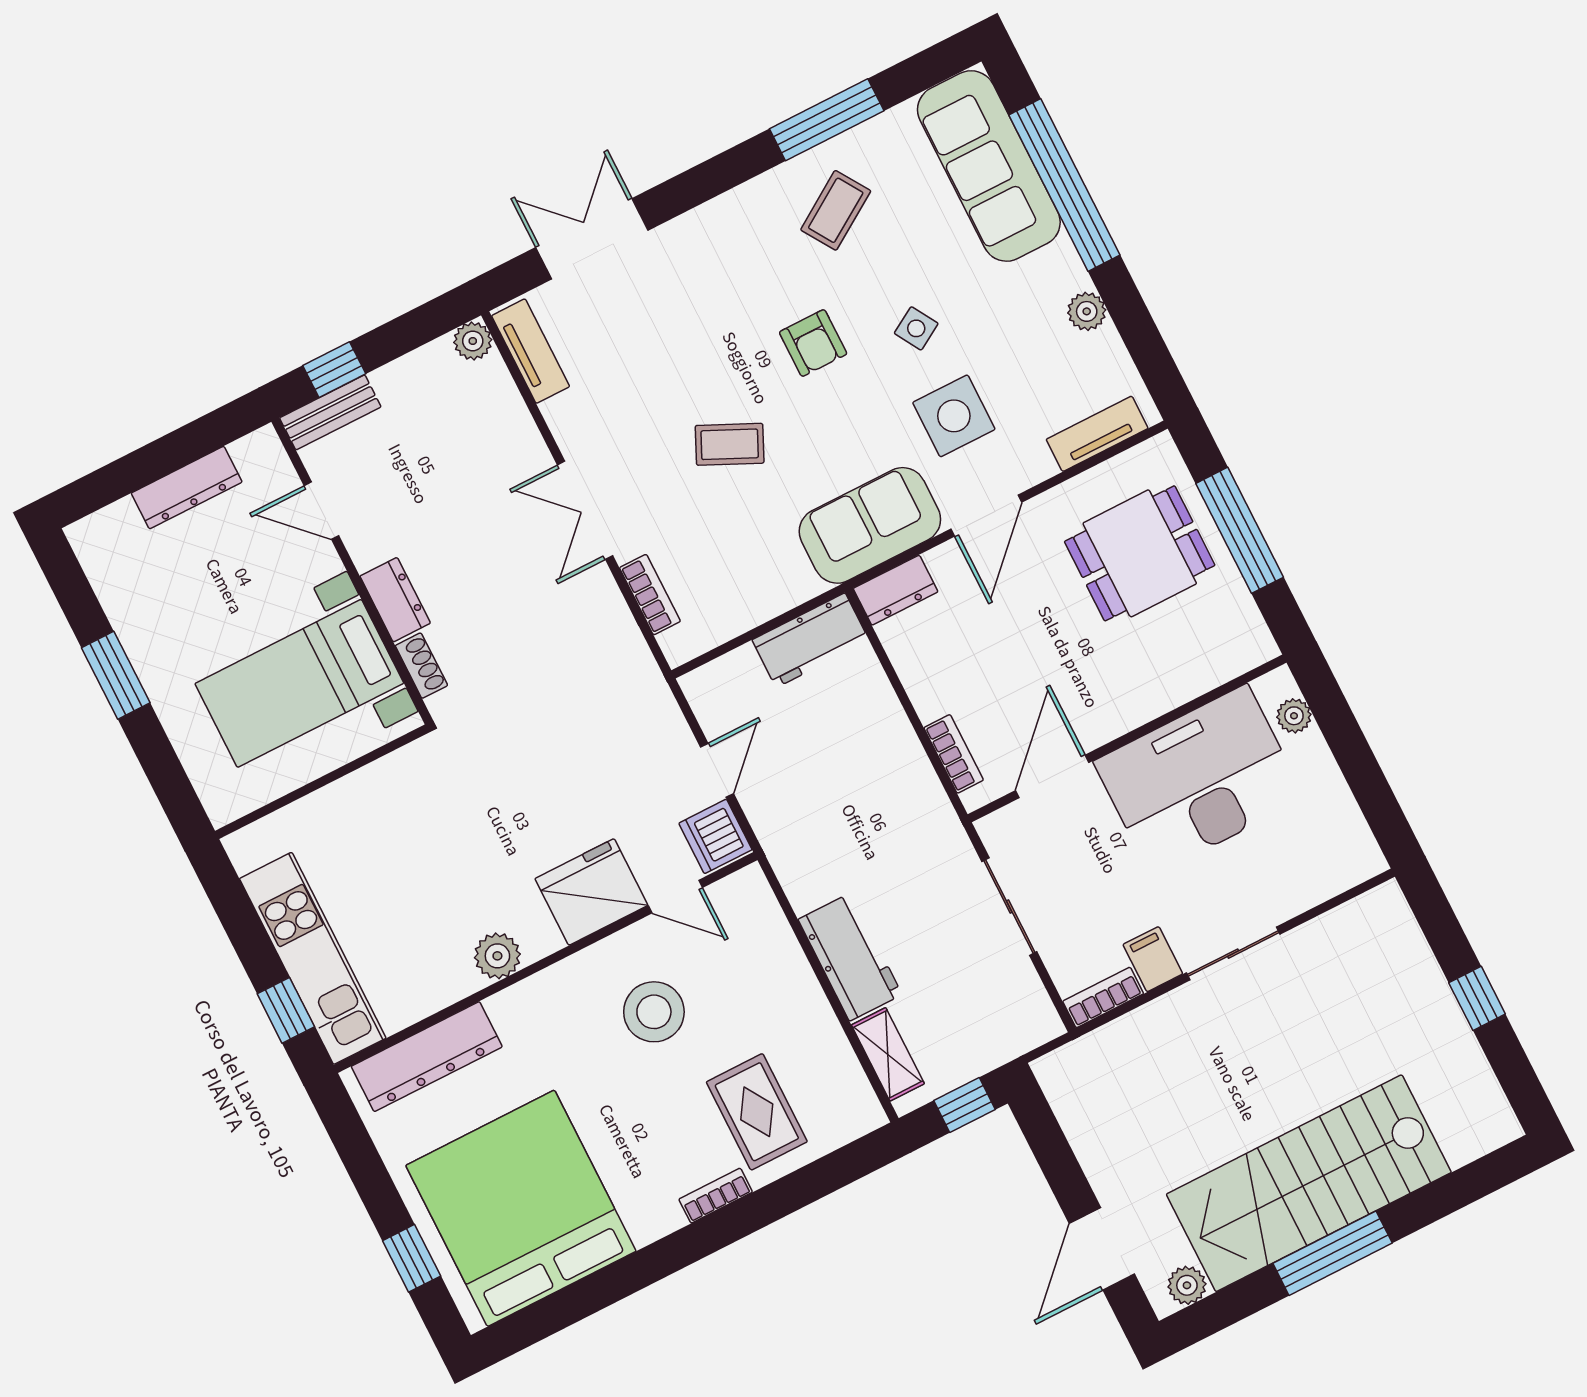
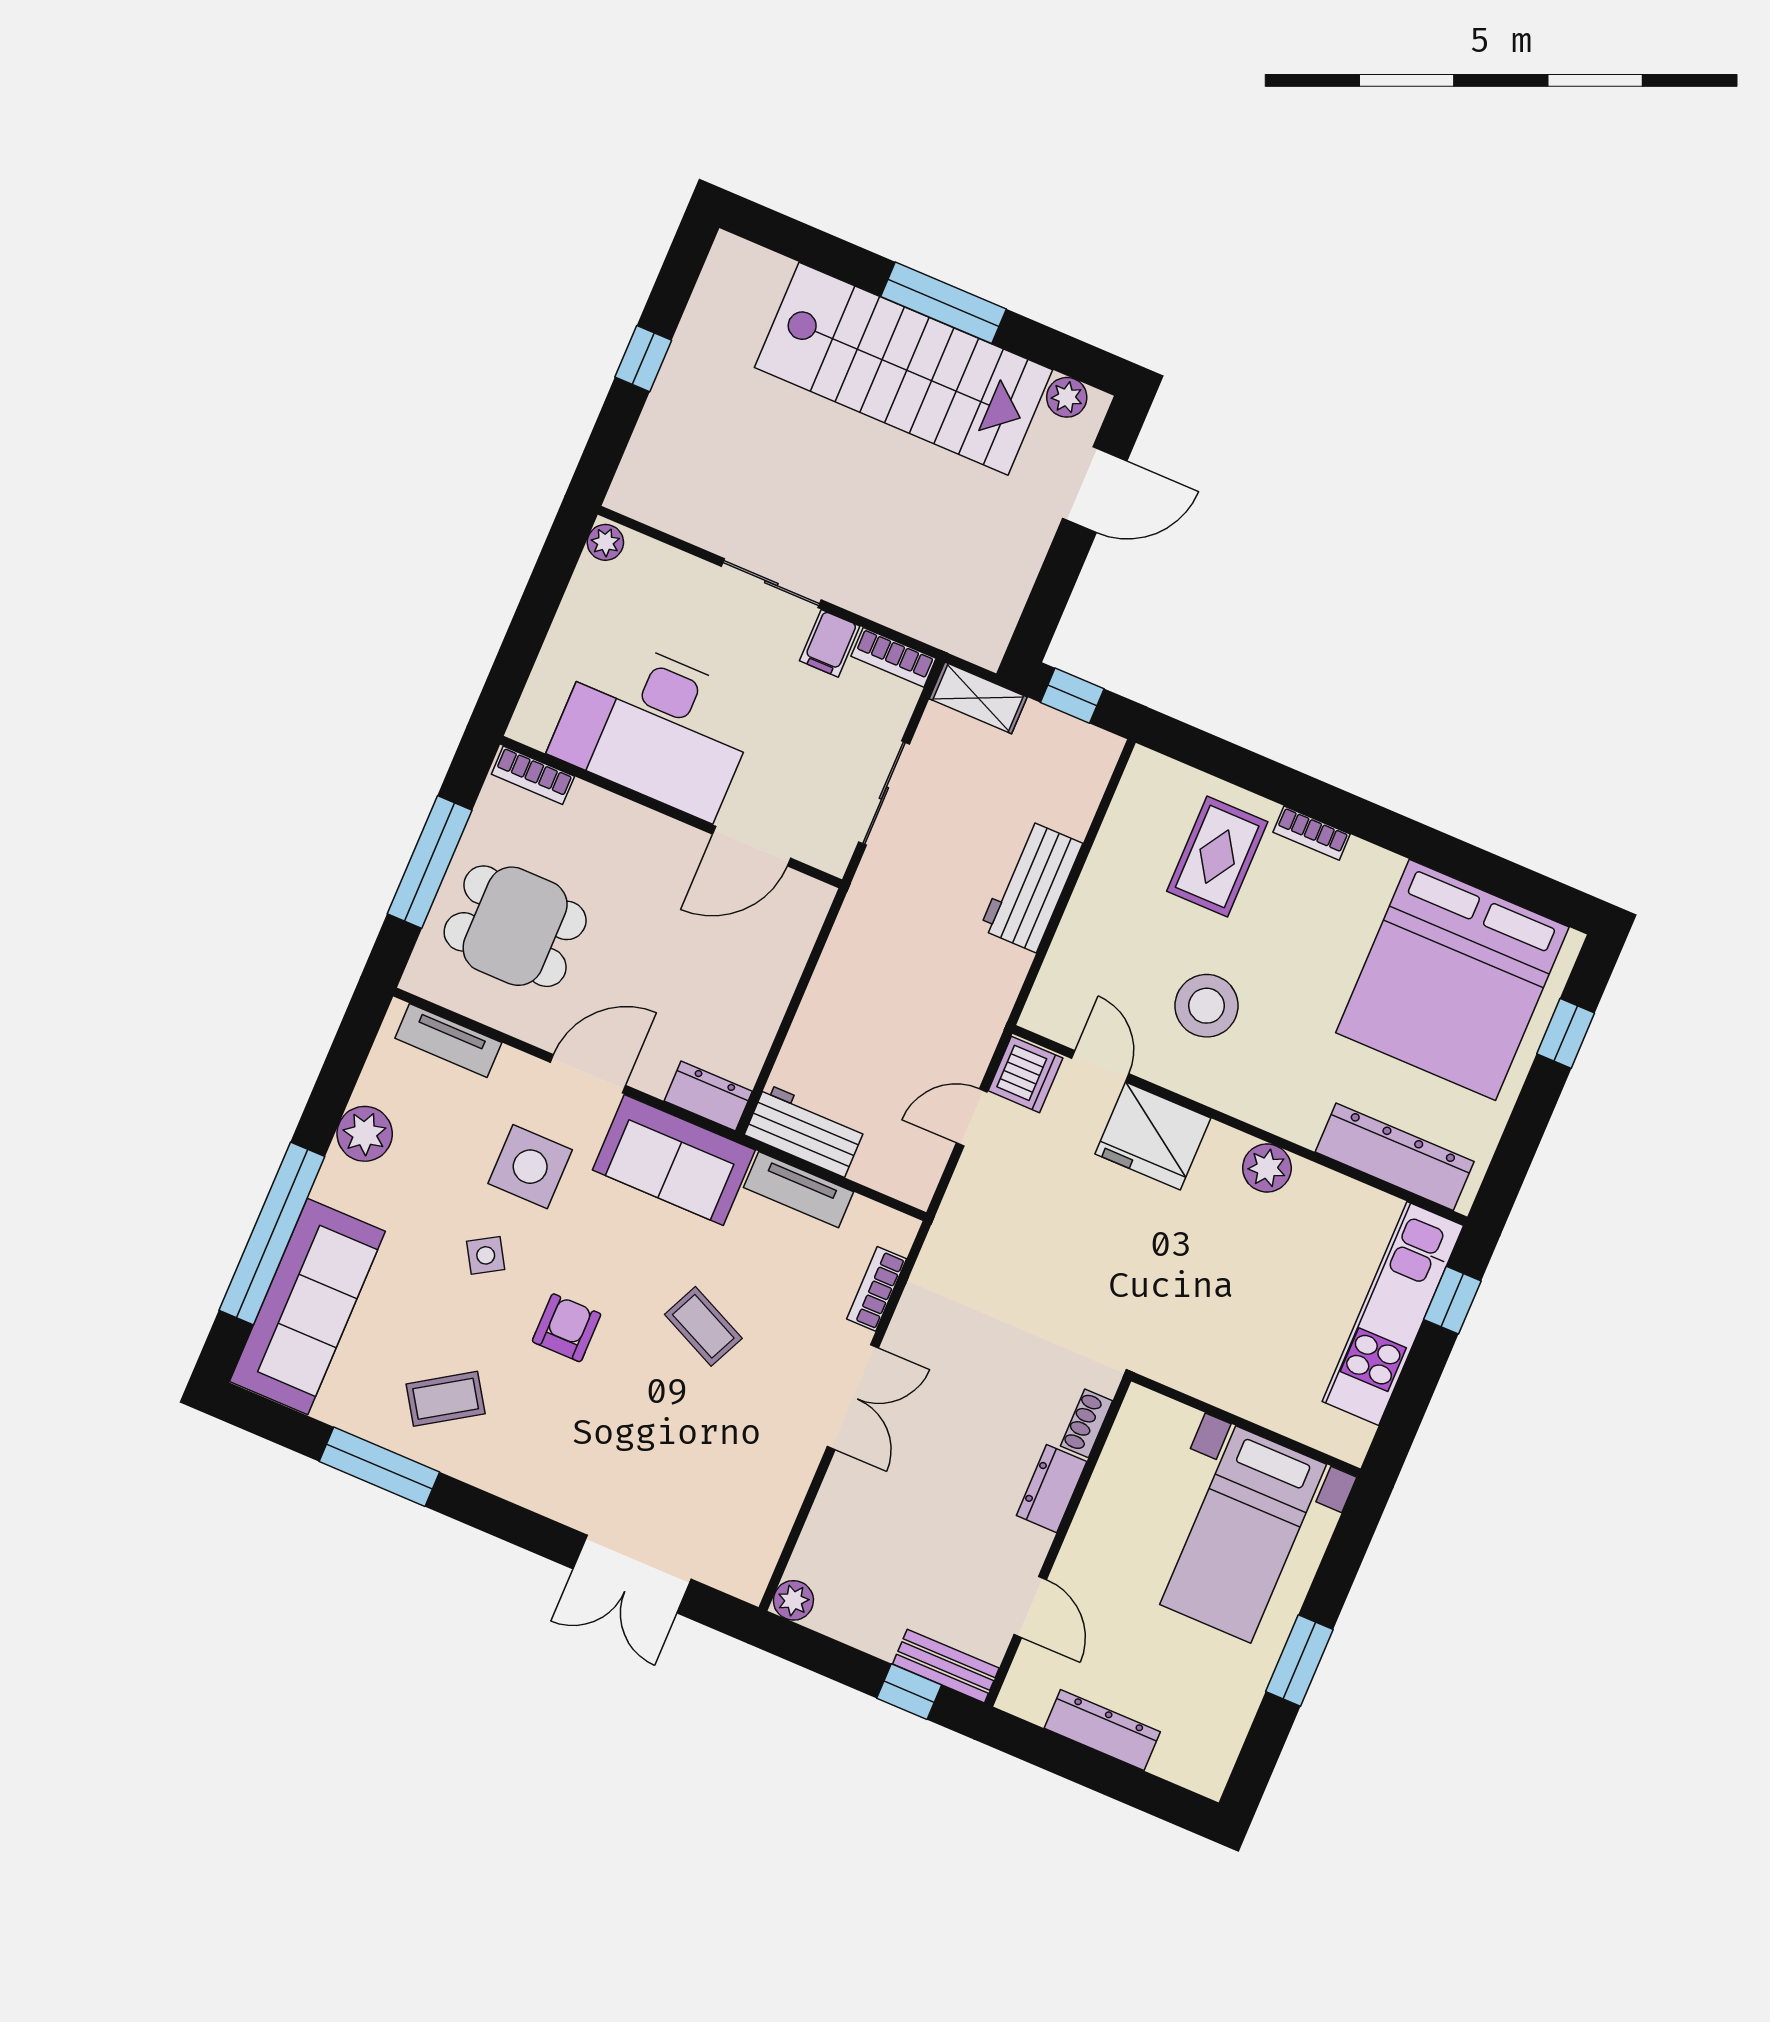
plant: (1087, 311) -> (365, 1134), width x1.38, depth x1.38
tv unit: (531, 351) -> (799, 1190), moved, turned -90
bed with nightstands: (299, 683) -> (1243, 1534), moved, turned 90
plant: (1294, 716) -> (605, 542), moved
bookcase: (954, 754) -> (533, 775), moved, turned -90
shelving: (888, 1054) -> (978, 698), moved, turned 90

